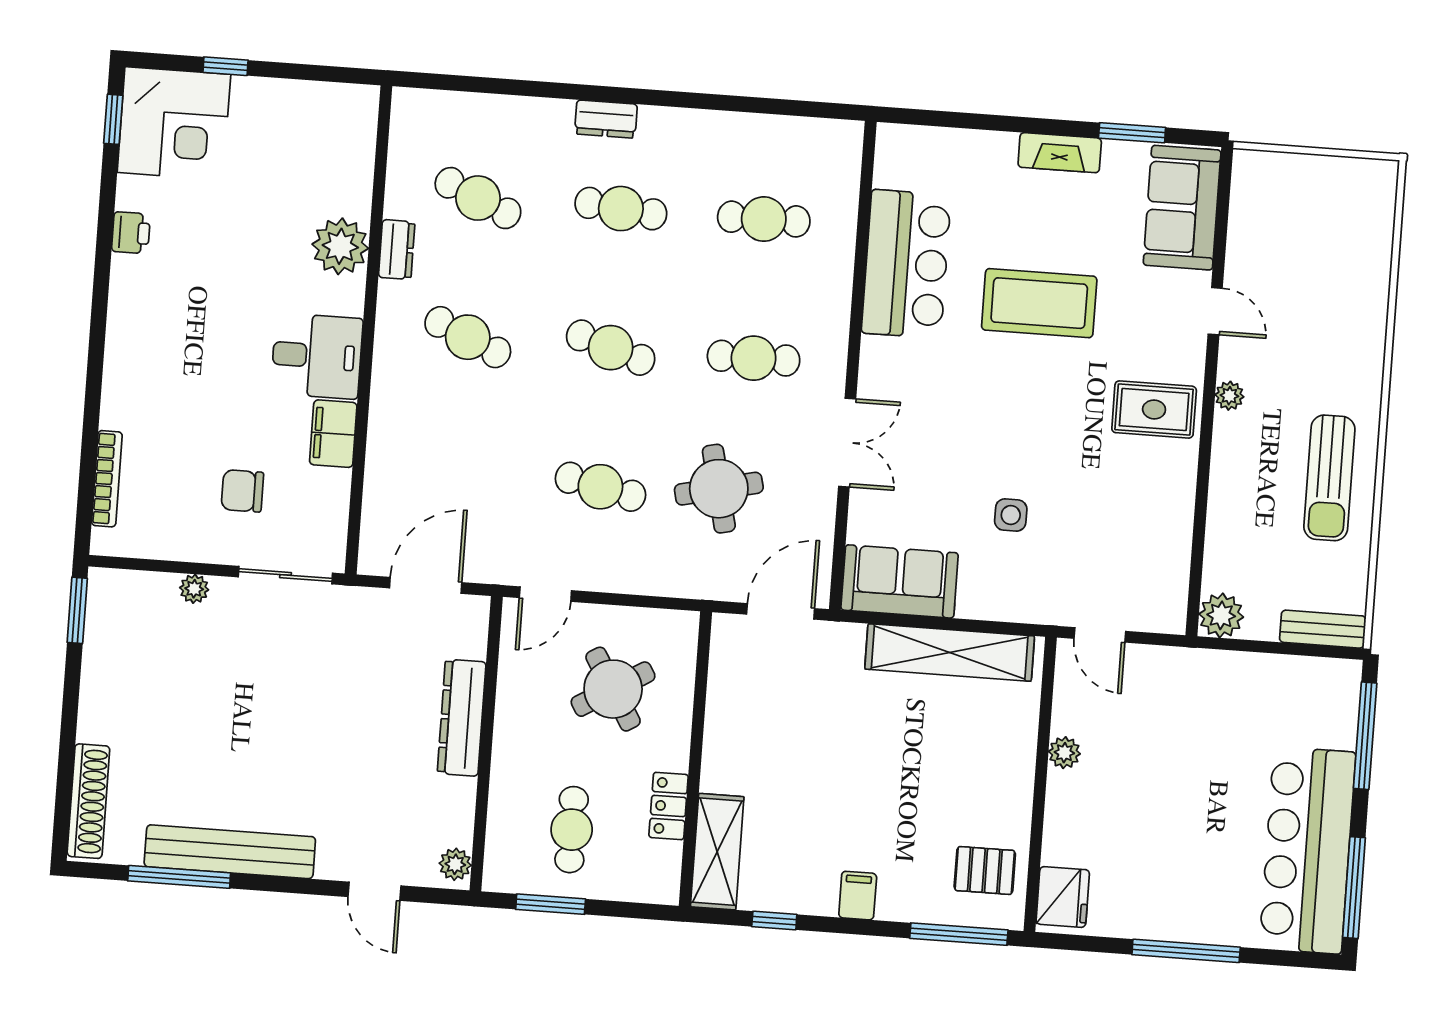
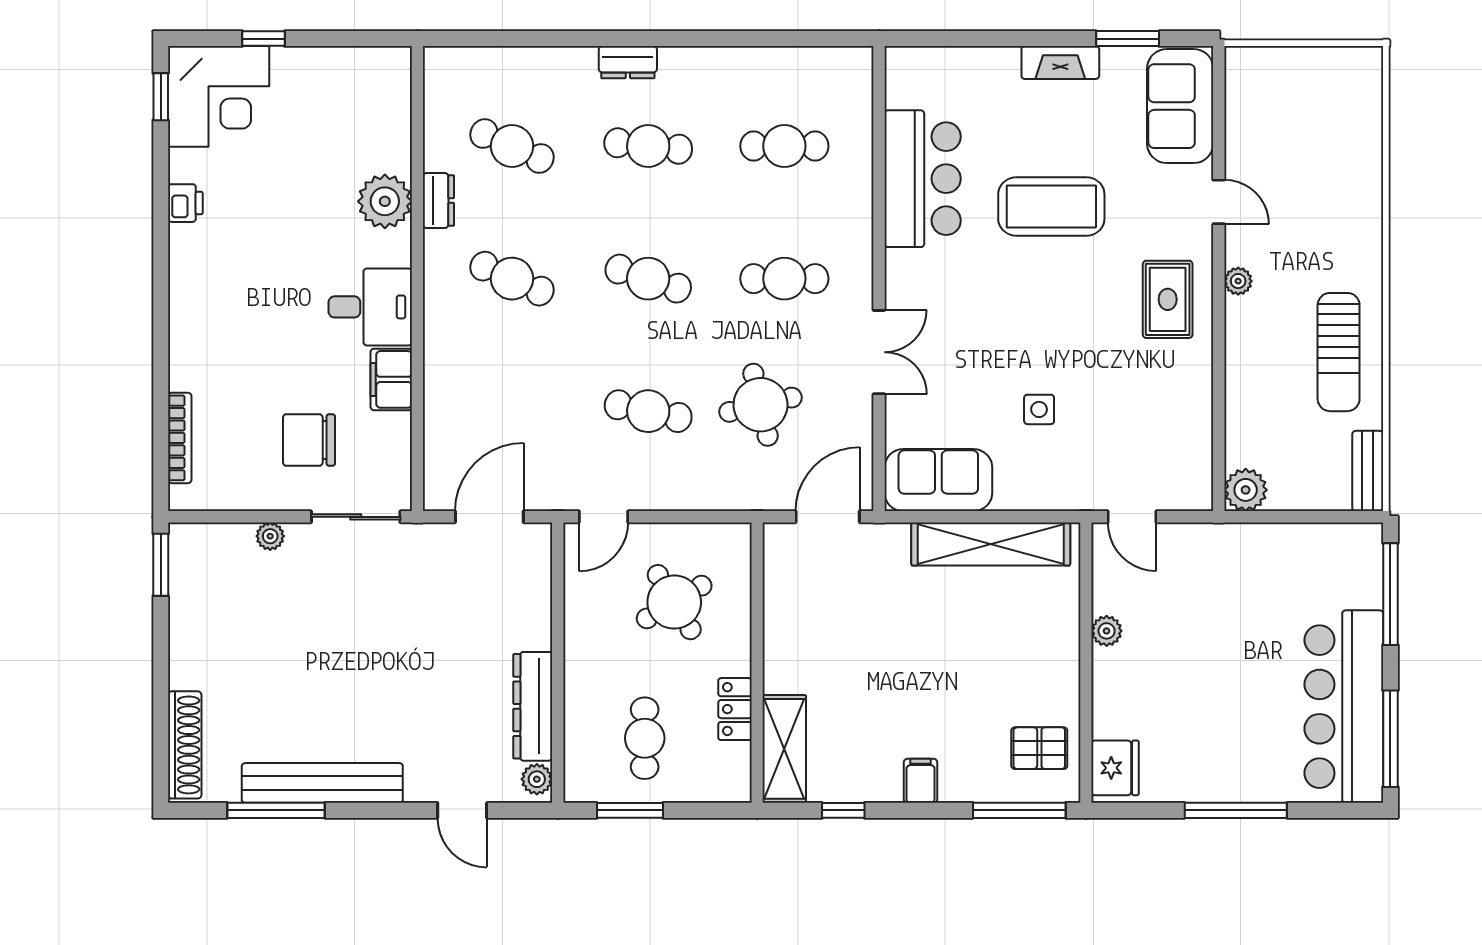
rug: (1154, 409) -> (1168, 299), turned 90
chair: (242, 491) -> (309, 440), width x1.37, depth x1.37
bench: (1323, 629) -> (1368, 471), moved, turned 90
dresser: (462, 718) -> (533, 706), moved

